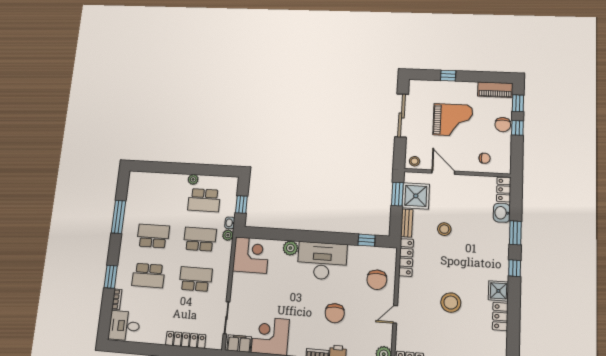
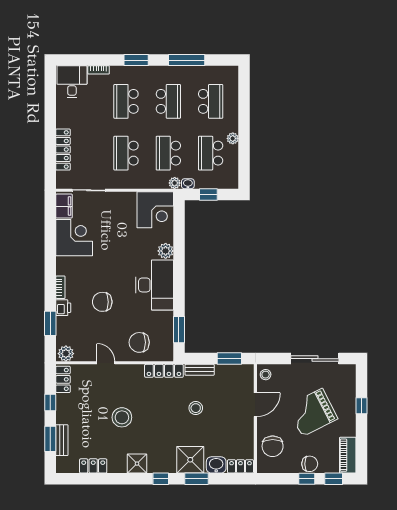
grand piano: (453, 120) -> (312, 412), turned 63
chair: (503, 125) -> (310, 464), turned 180
chair: (485, 158) -> (273, 446), width x1.87, depth x1.87
shower: (416, 196) -> (190, 460), moved
school desk: (158, 197) -> (211, 101), added
school desk: (200, 239) -> (168, 153), turned 180
window: (367, 240) -> (179, 330), width x1.50
window: (111, 277) -> (136, 60), moved
school desk: (196, 279) -> (126, 153), turned 180
locker: (500, 316) -> (93, 466), moved

